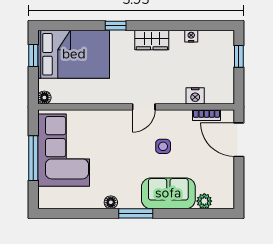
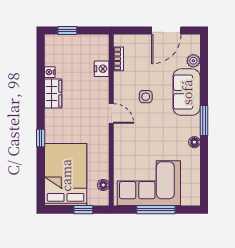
wardrobe: (152, 40) -> (53, 94), moved
window: (33, 56) -> (83, 210), moved
floor lamp: (44, 98) -> (103, 185), moved
door: (239, 140) -> (166, 31), moved

